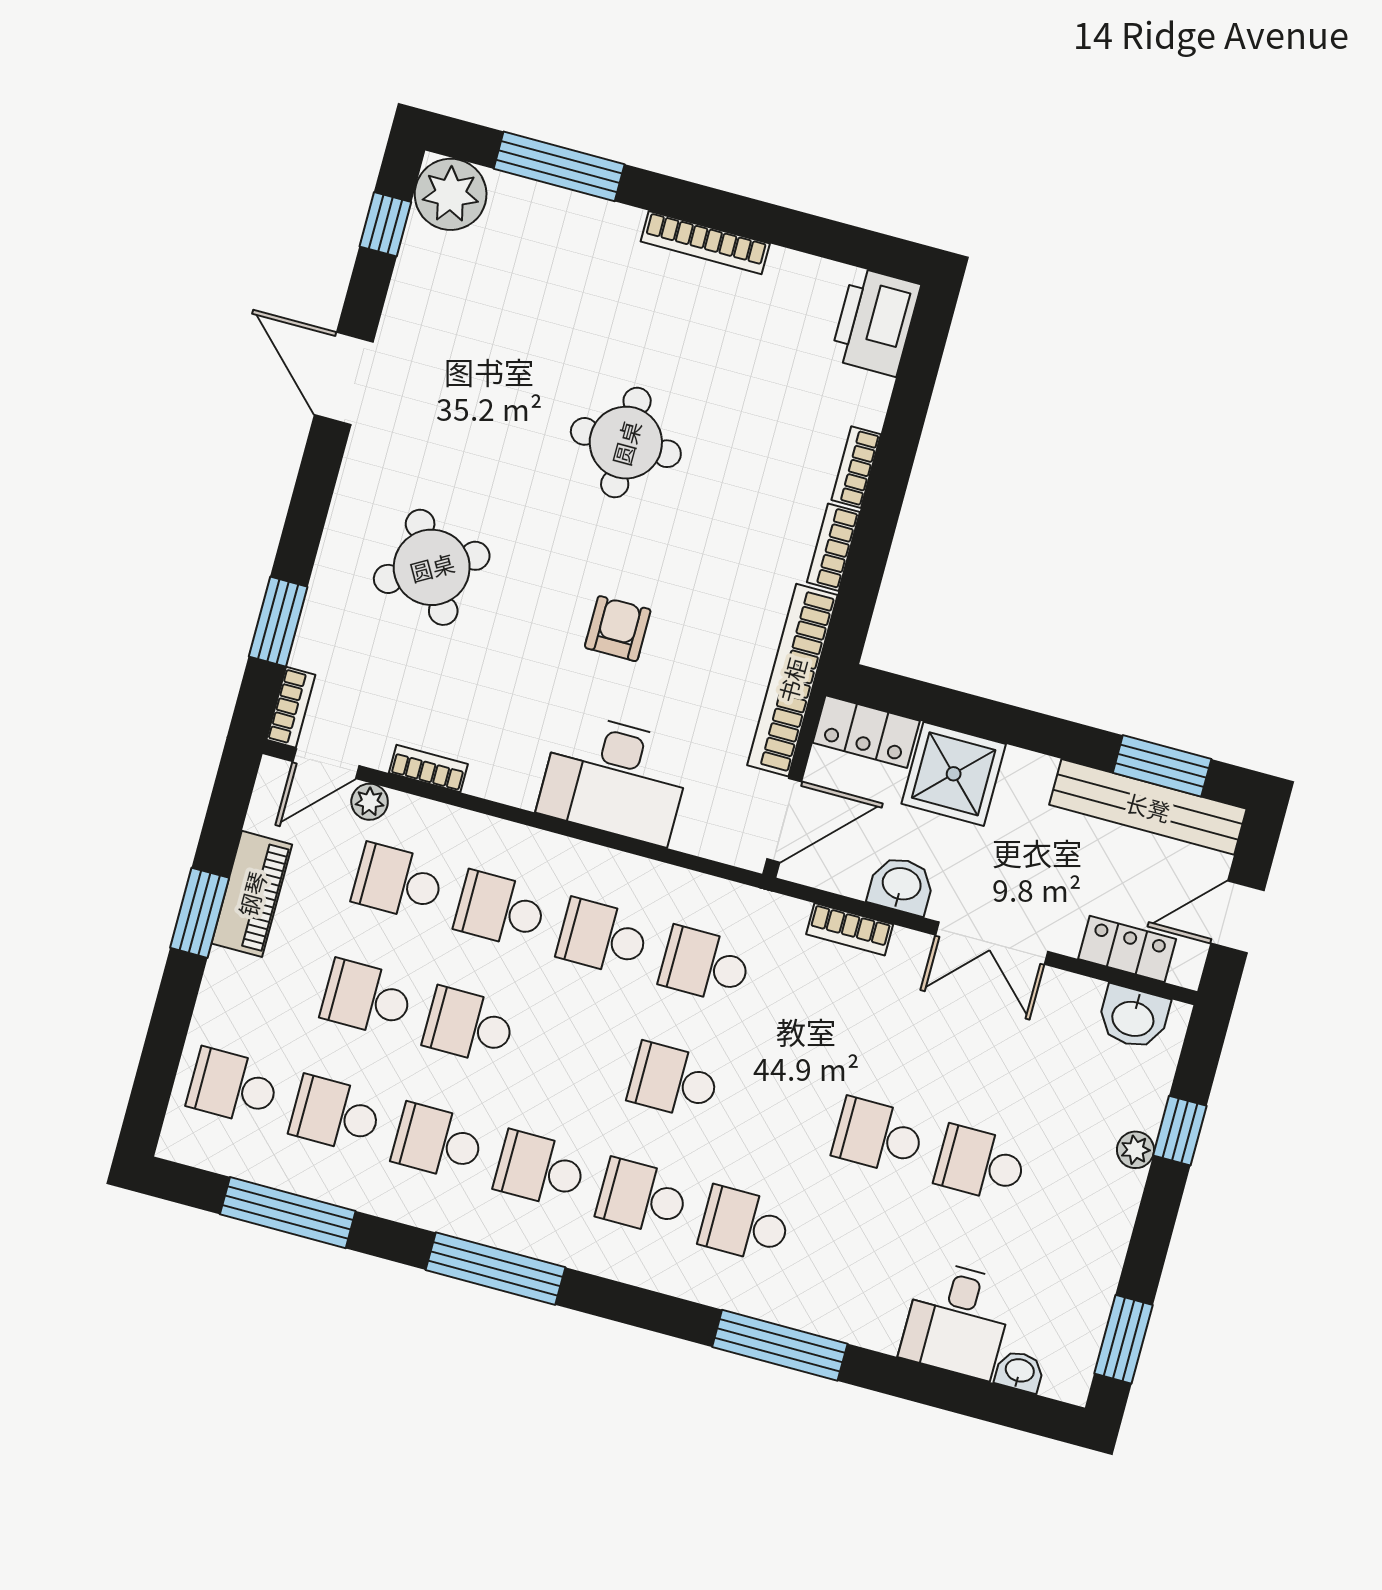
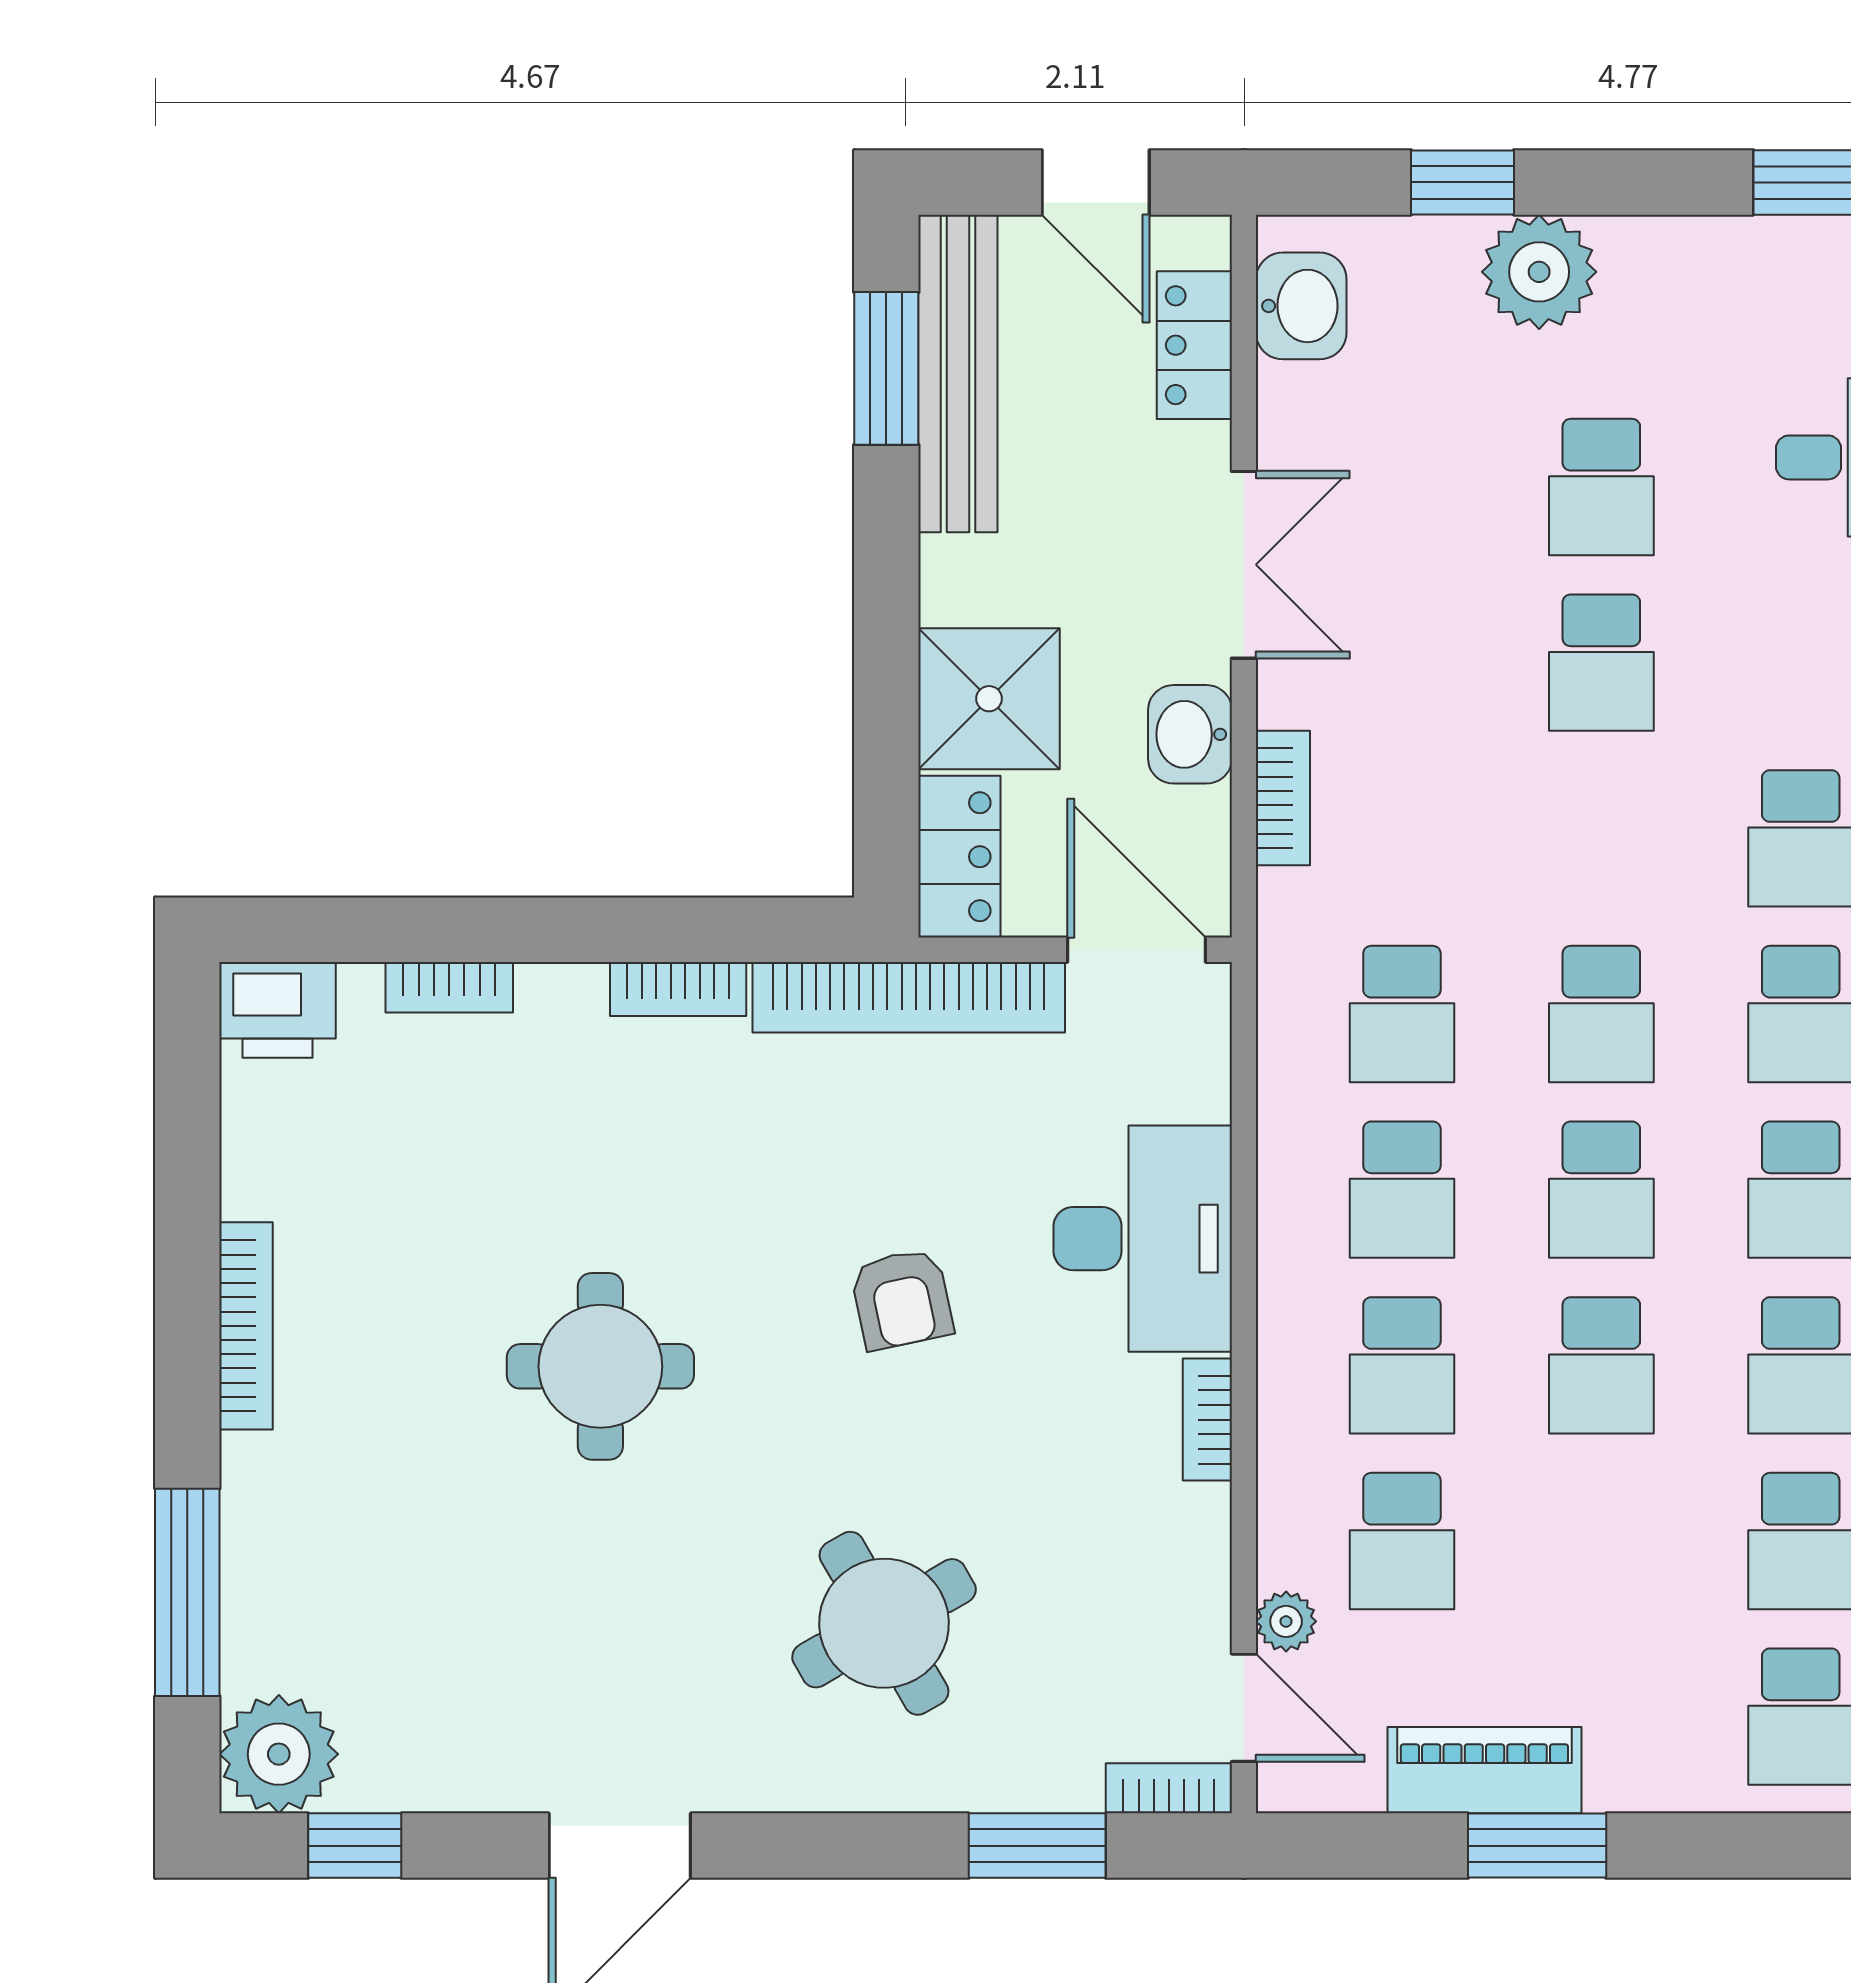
printer: (875, 322) -> (278, 1010), width x0.73, depth x0.84
bookcase: (856, 467) -> (449, 987), moved
armchair: (618, 629) -> (902, 1299), turned -102
bookcase: (428, 768) -> (1207, 1420), moved
school desk: (367, 998) -> (1601, 1190), moved
plant: (1135, 1150) -> (1539, 272), width x1.87, depth x1.87

